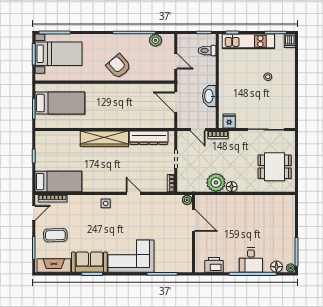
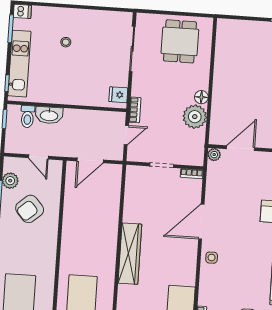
door: (176, 61) -> (38, 157), swing flipped
armchair: (119, 66) -> (30, 209), moved
washbasin: (209, 96) -> (49, 115), moved
dresser: (149, 138) -> (133, 198), removed
door: (134, 193) -> (201, 222), width x1.88

